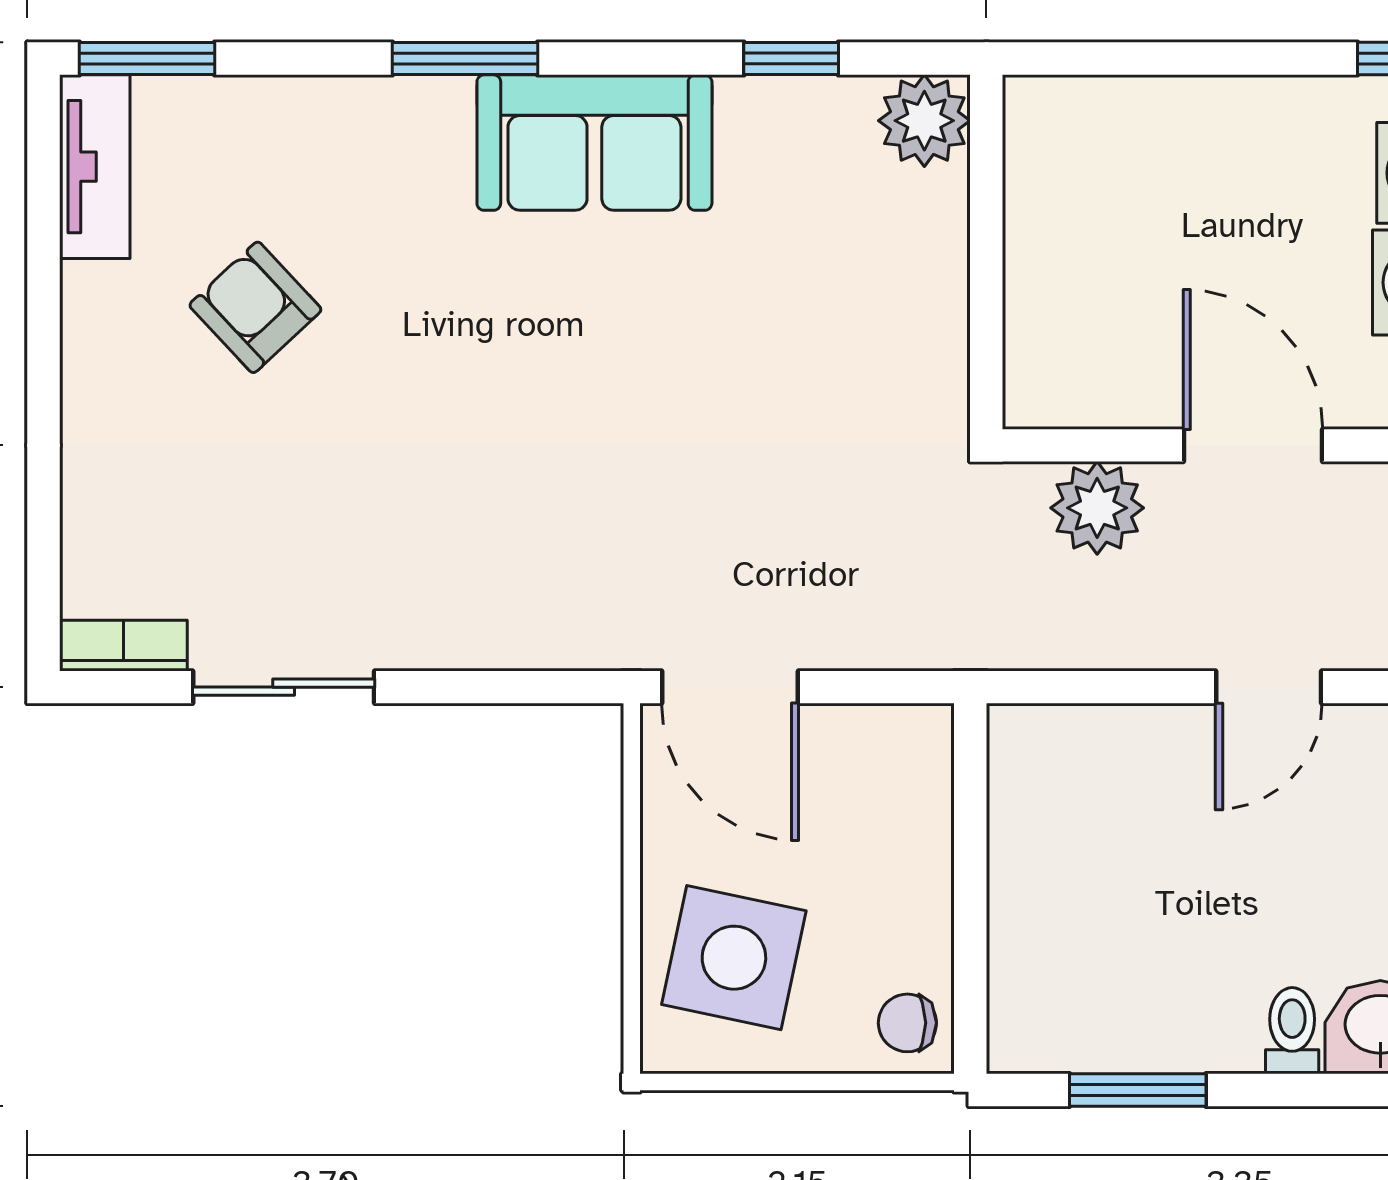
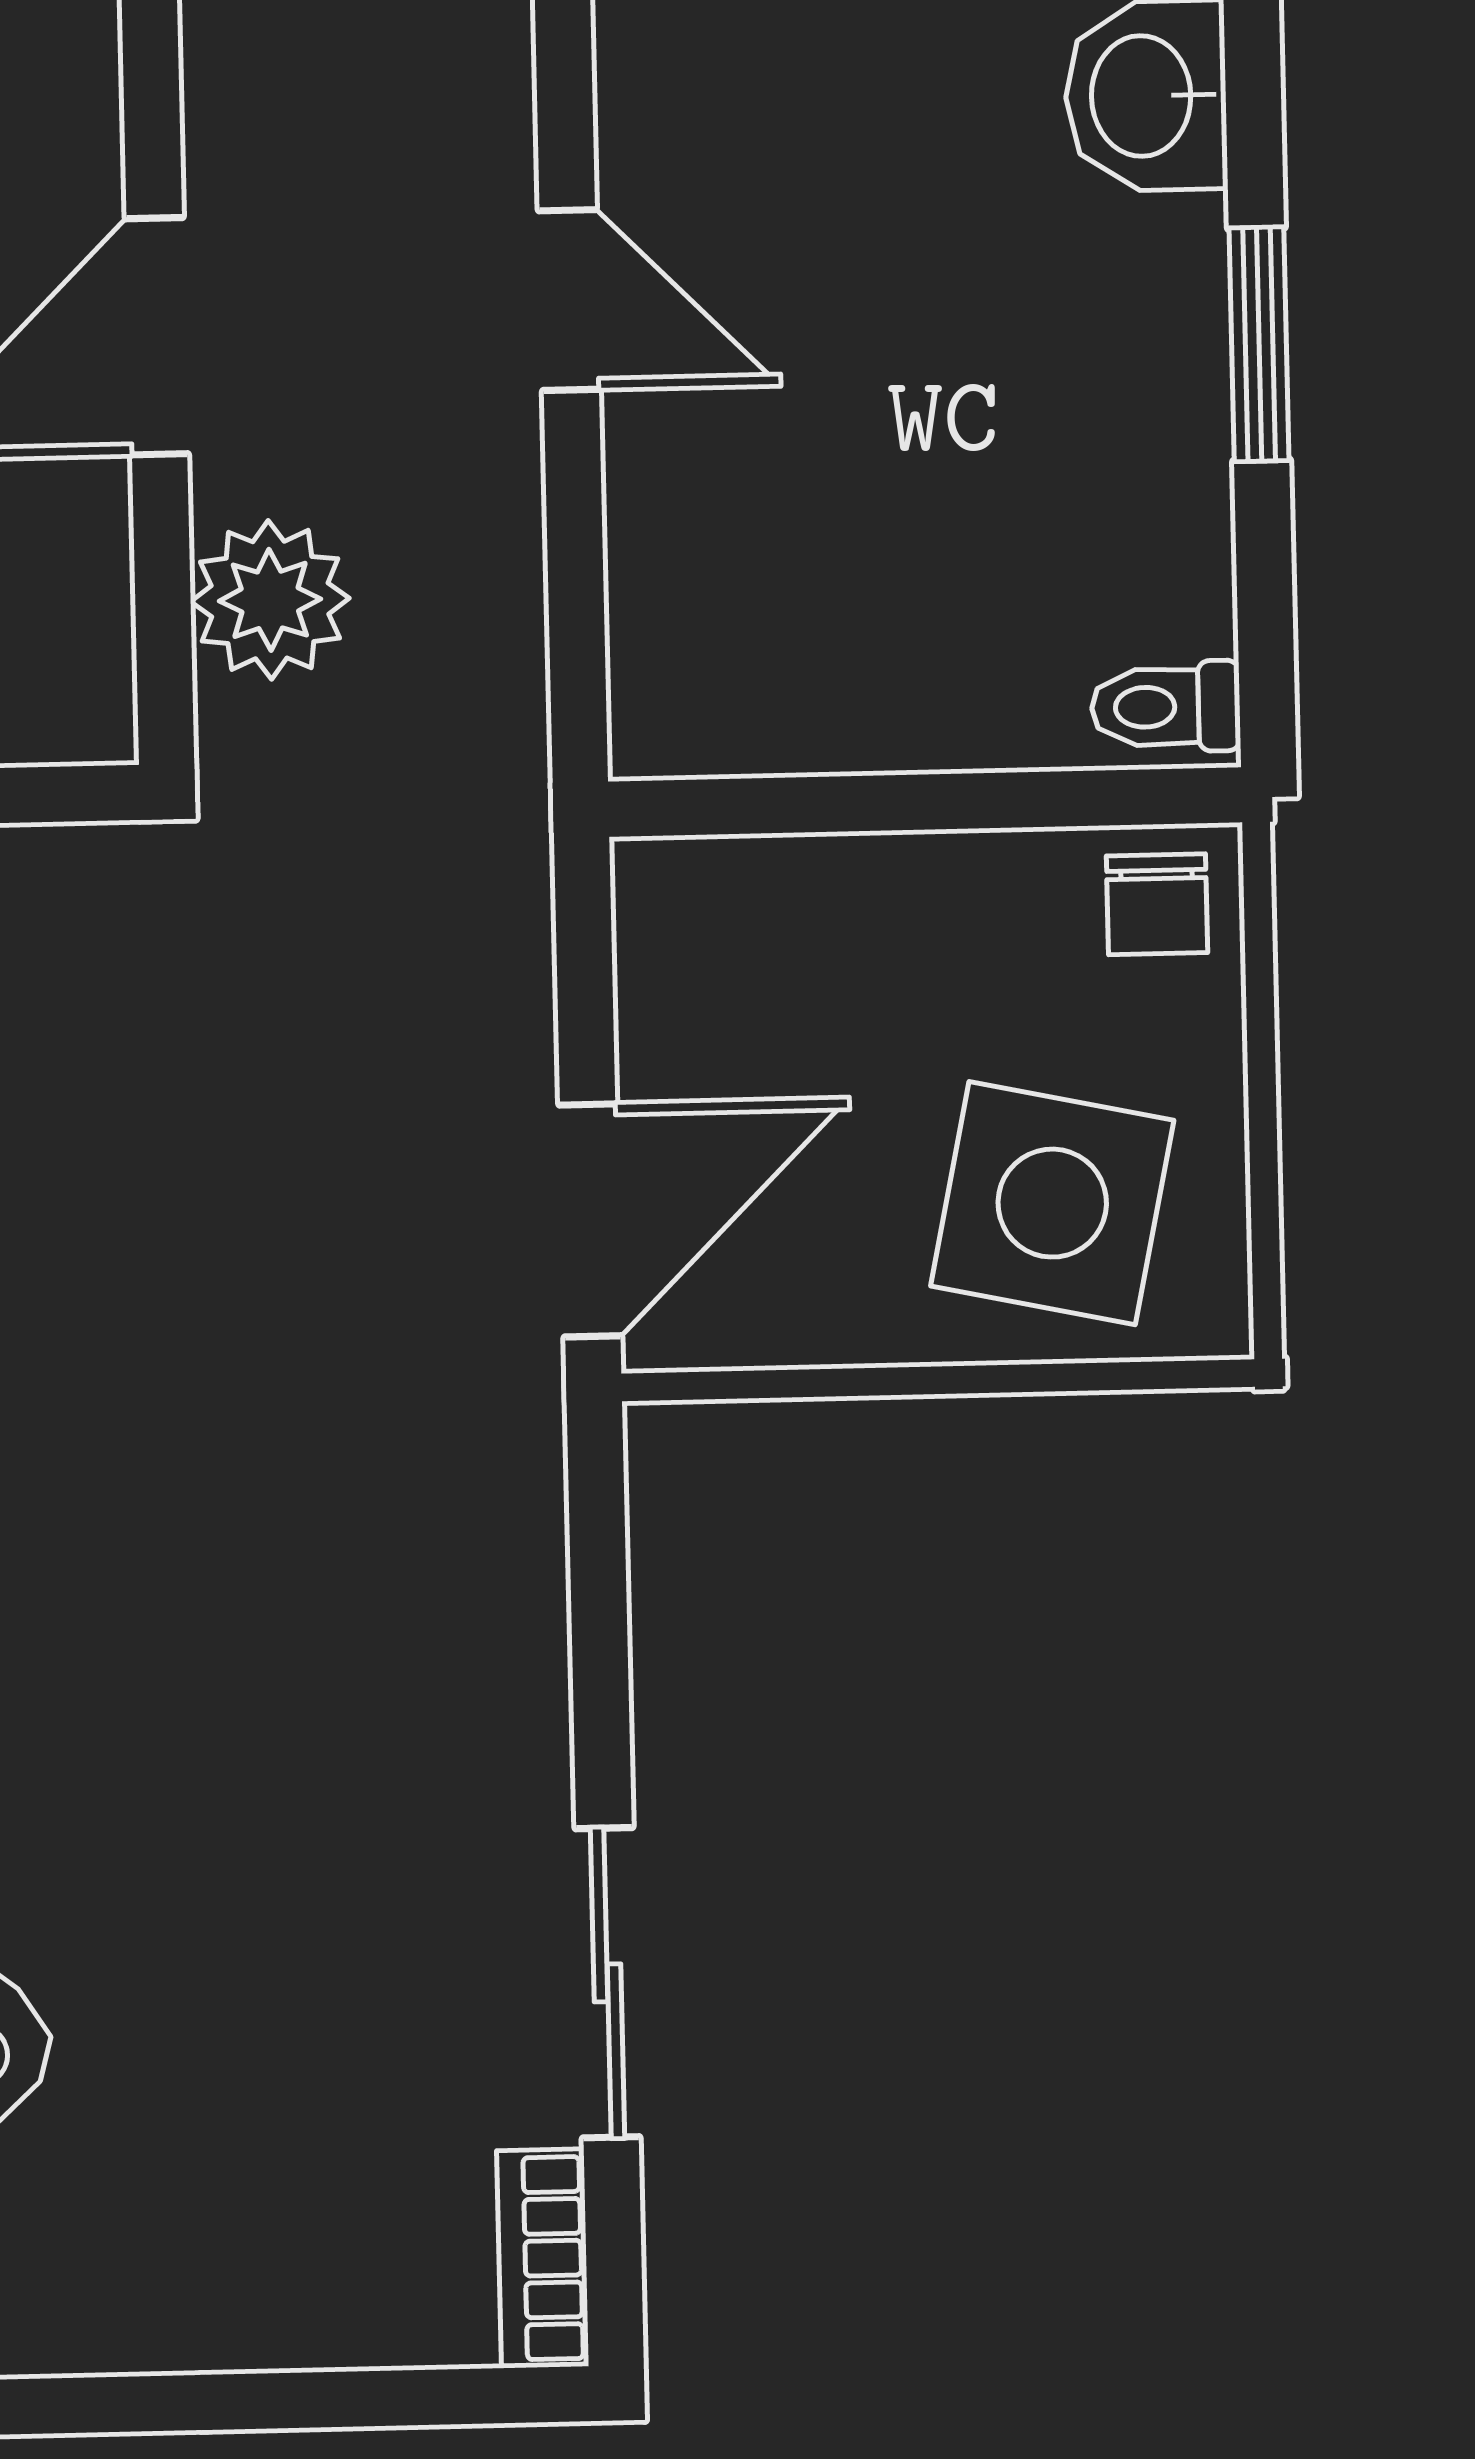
toilet: (1292, 1031) -> (1166, 707), moved
window: (1138, 1090) -> (1259, 344), moved

